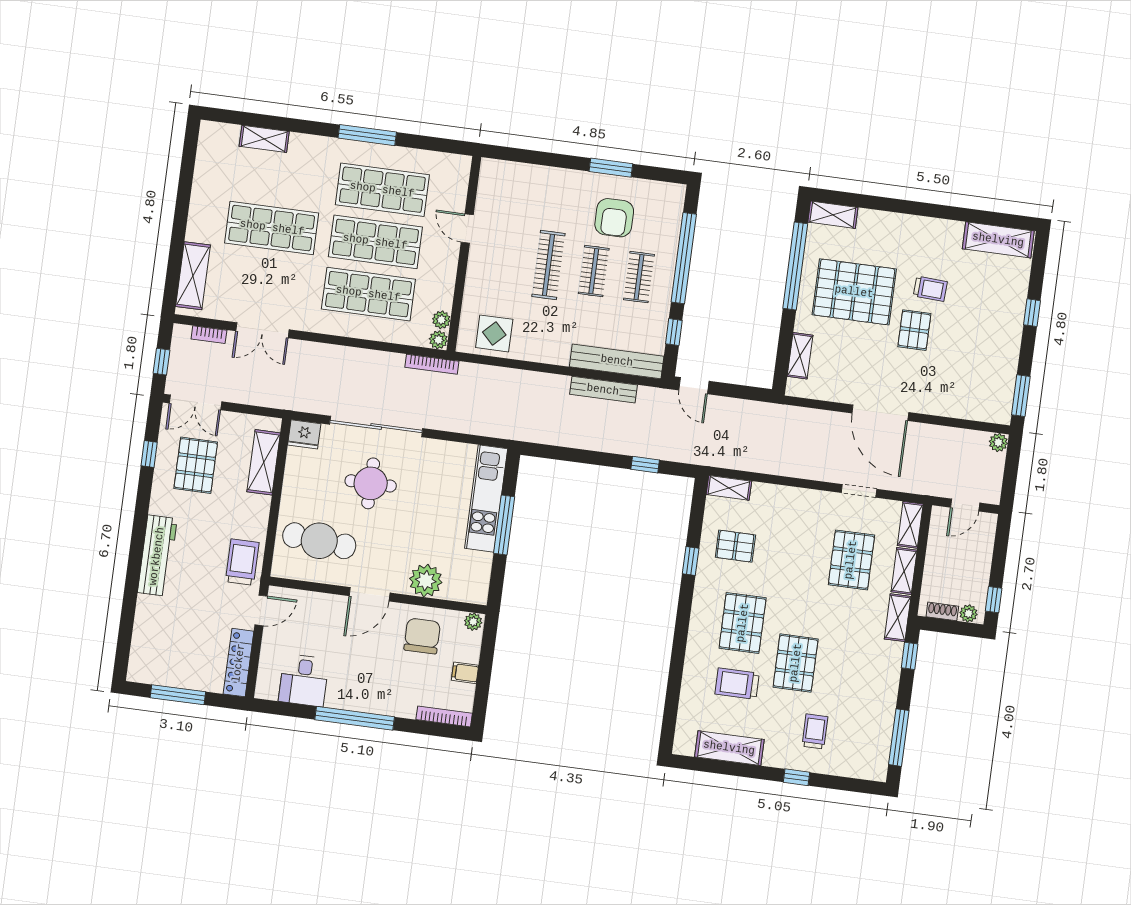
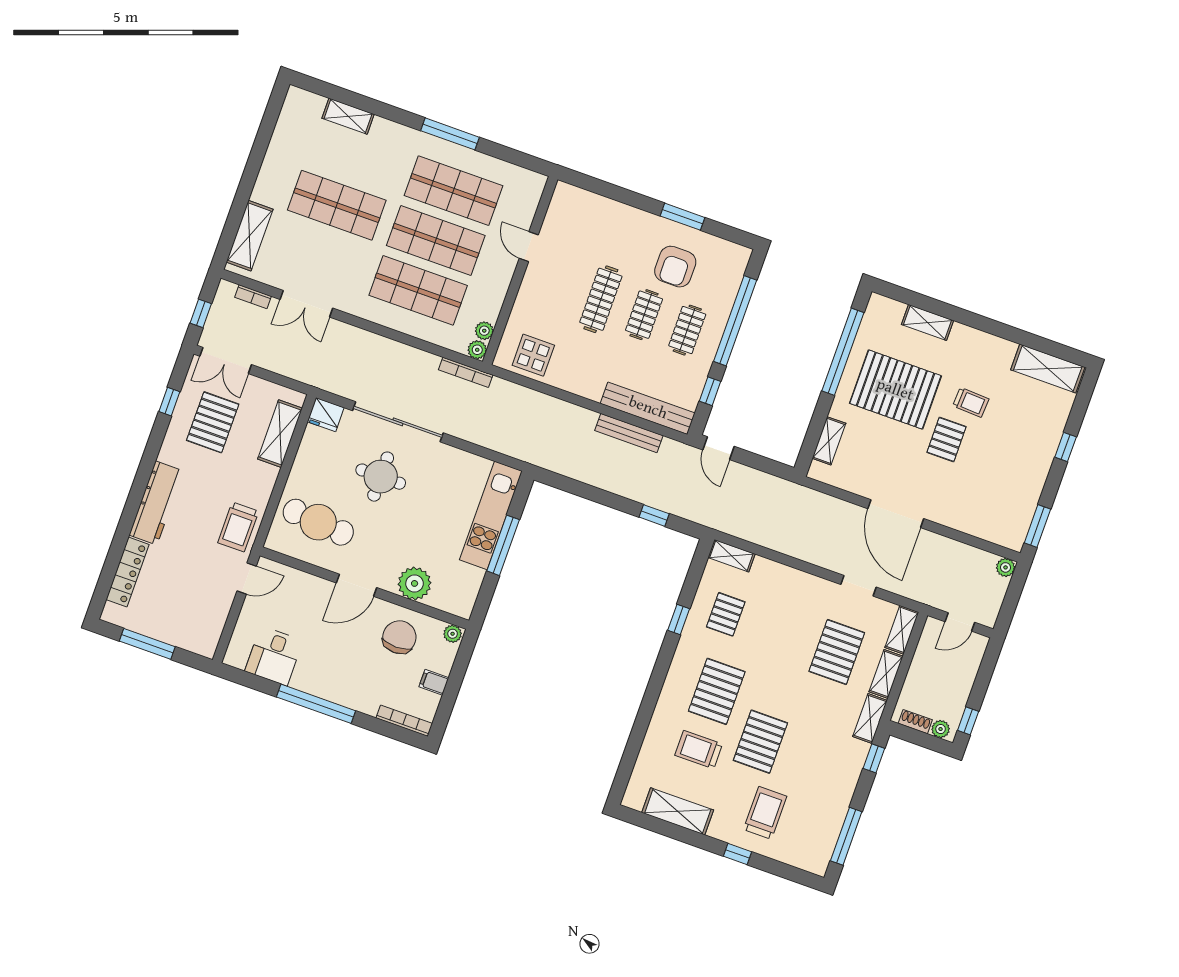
shelving: (833, 215) -> (928, 322), moved
pallet: (735, 546) -> (726, 614), turned 90
trolley: (242, 562) -> (238, 527), turned 180
locker: (239, 663) -> (128, 572), moved, turned 180
trolley: (815, 731) -> (765, 813), width x1.36, depth x1.39

